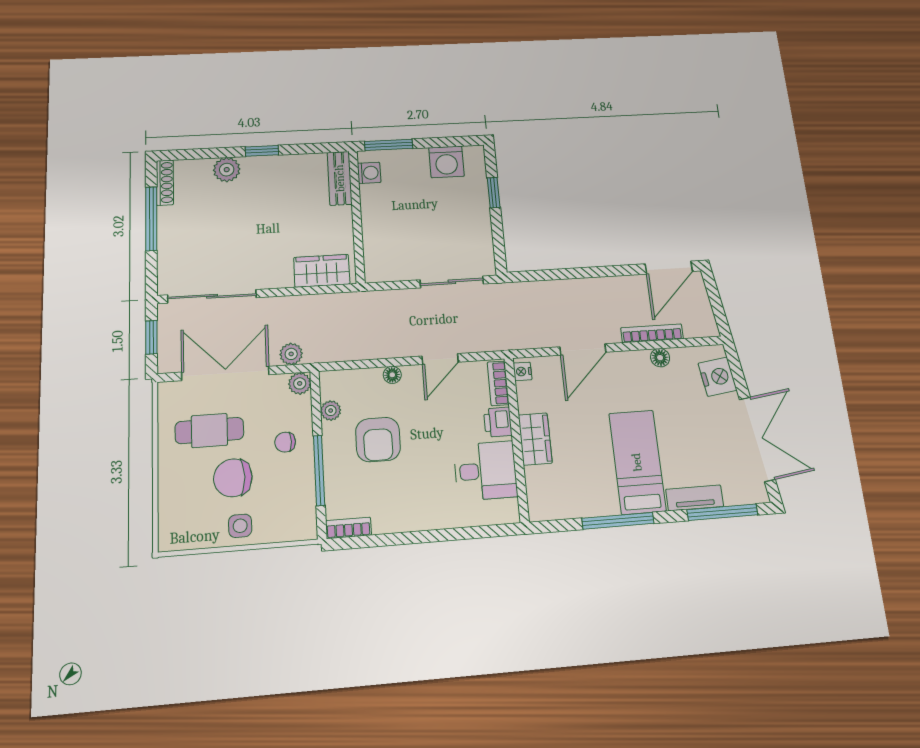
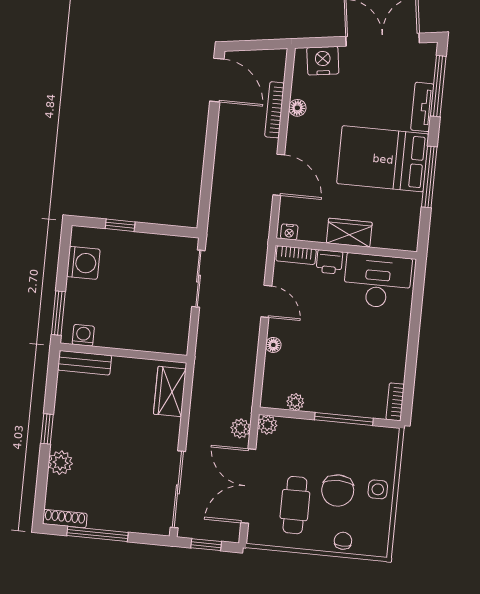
armchair: (378, 440) -> (327, 366), removed
chair: (285, 442) -> (343, 541), moved, turned 180
bed: (637, 462) -> (383, 159), width x1.50
desk: (485, 471) -> (377, 281), width x1.37

